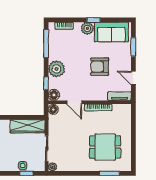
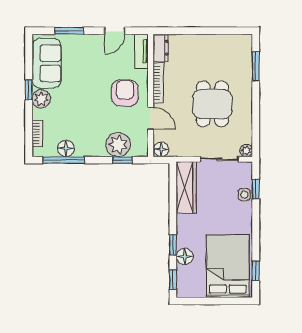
armchair: (100, 67) -> (125, 93), moved, turned 180
plant: (56, 69) -> (118, 145), moved
floor lamp: (54, 95) -> (66, 149), moved
door: (74, 102) -> (151, 118), hinge flipped
dresser: (122, 109) -> (161, 48), added
dining table: (105, 147) -> (212, 104), moved

